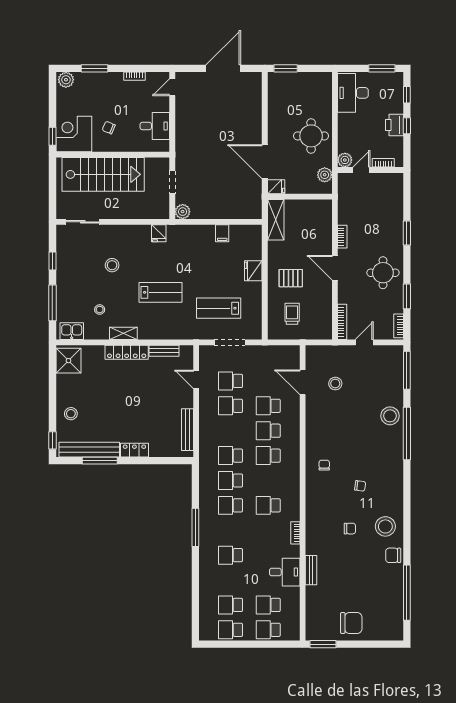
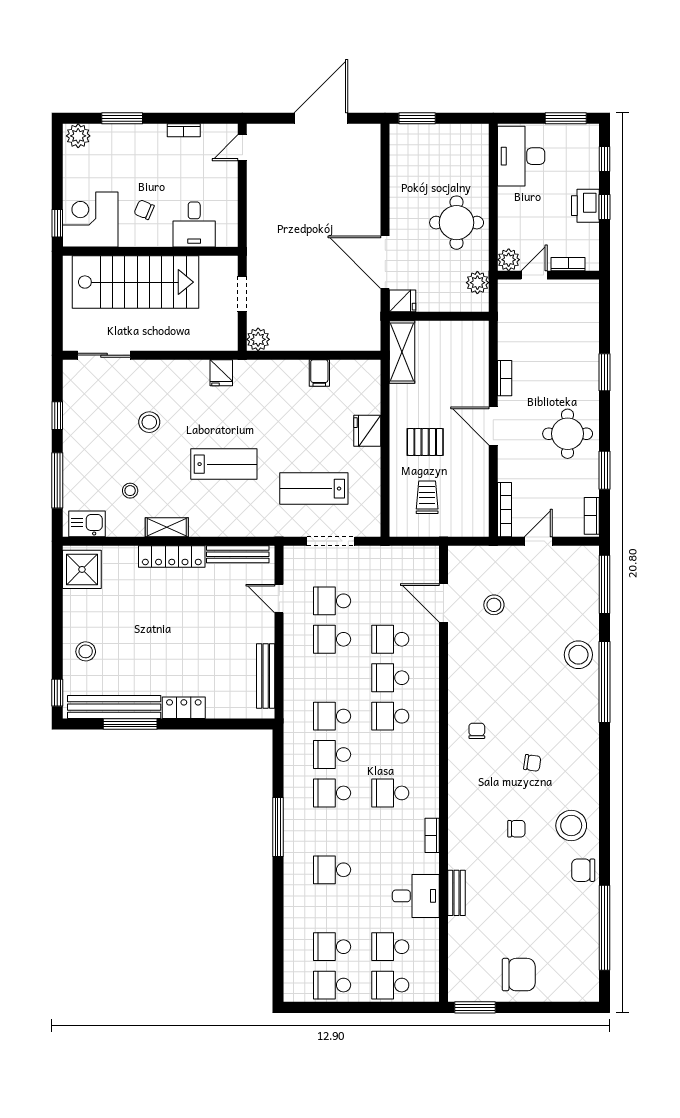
desk: (155, 126) -> (194, 224), moved, turned 90
bench: (164, 351) -> (238, 554), width x1.36

